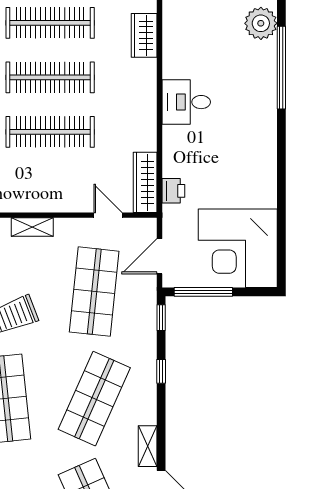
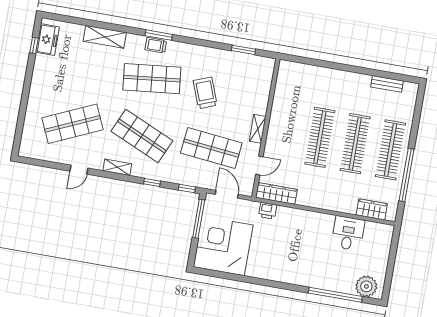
desk: (186, 102) -> (348, 233), moved
shelving: (32, 227) -> (258, 129), moved
shelving: (148, 446) -> (117, 167), moved

